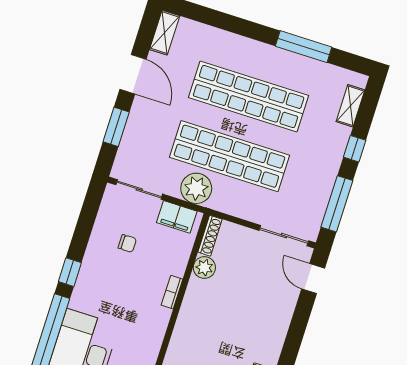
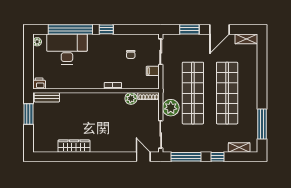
window: (304, 47) -> (262, 124), moved
plant: (196, 188) -> (171, 108), moved
filing cabinet: (177, 217) -> (153, 71), width x0.50
door: (313, 279) -> (143, 157), hinge flipped

